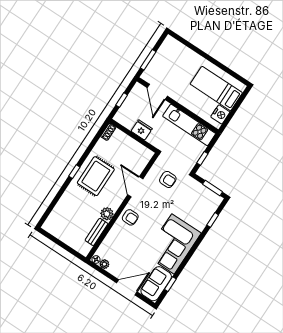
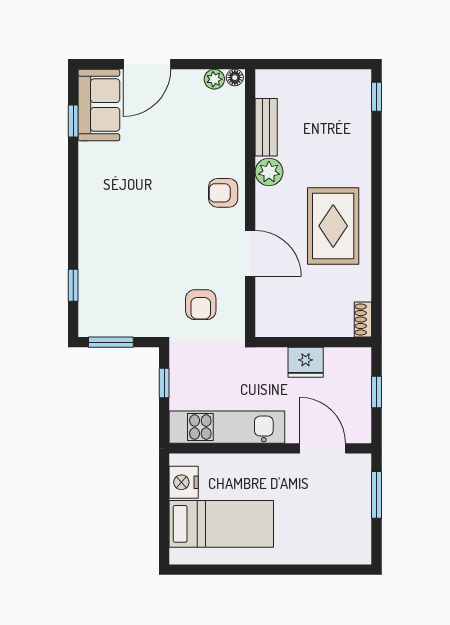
window: (74, 172) -> (376, 97), moved
armchair: (168, 179) -> (201, 305), turned -90
corner sofa: (173, 244) -> (116, 196), removed

